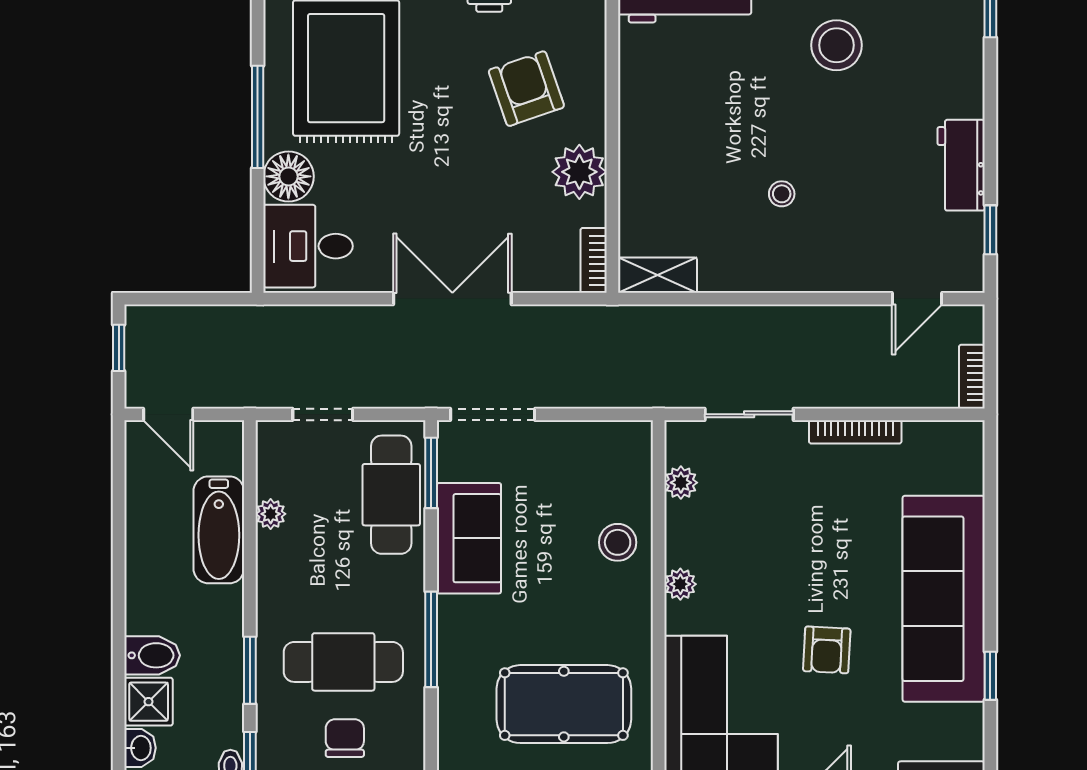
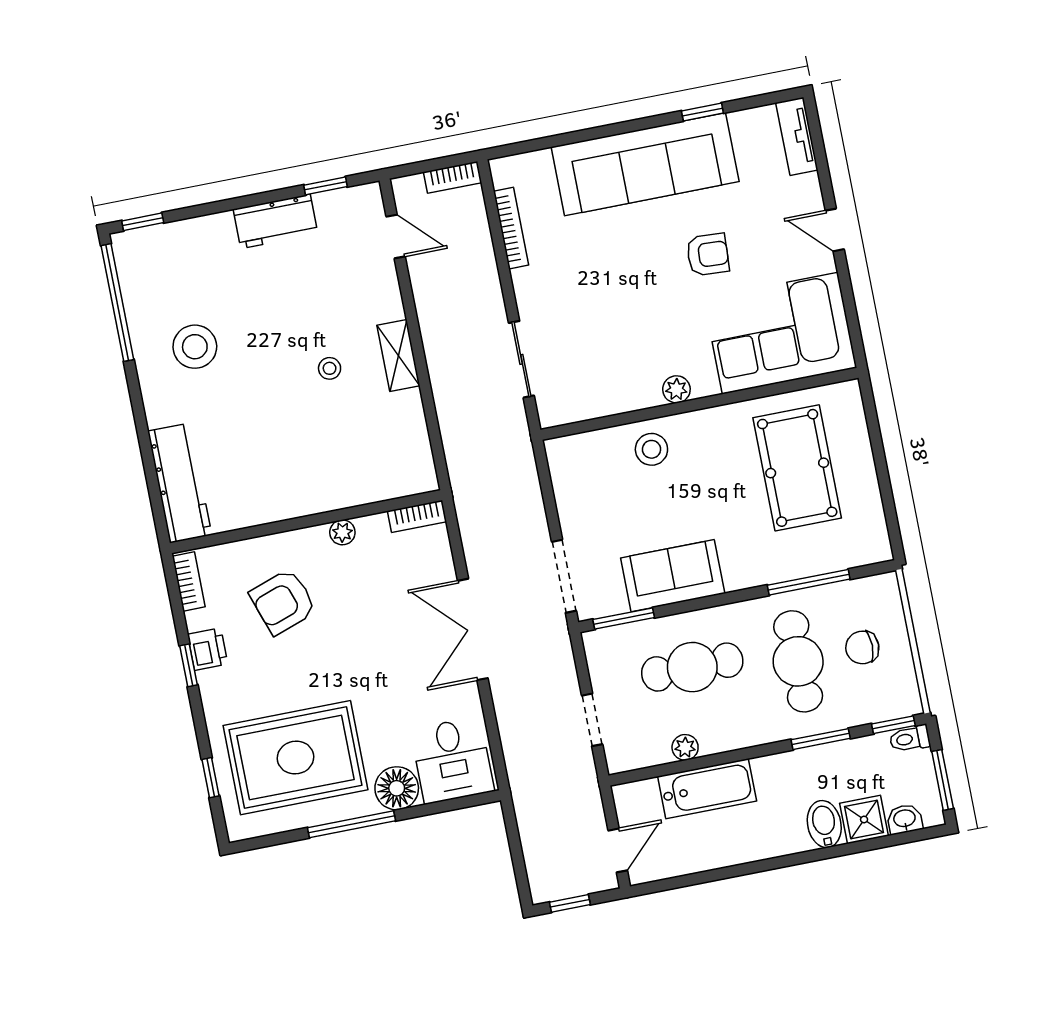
plant: (579, 172) -> (342, 532), width x0.53, depth x0.53
shelving: (657, 275) -> (398, 356), moved
bookcase: (855, 432) -> (511, 228), moved
plant: (681, 483) -> (590, 406), removed
cafe table: (391, 495) -> (692, 667), moved
window: (431, 639) -> (809, 582), moved

